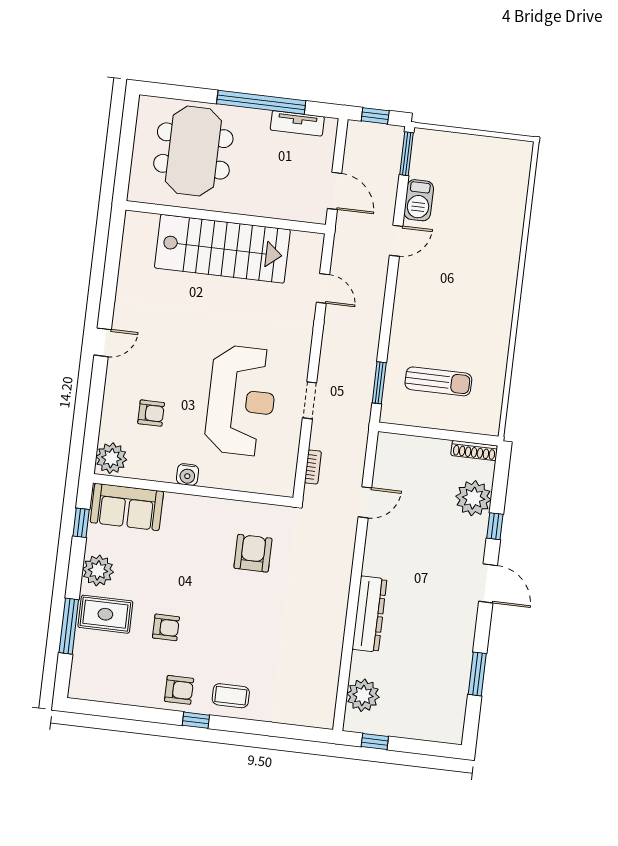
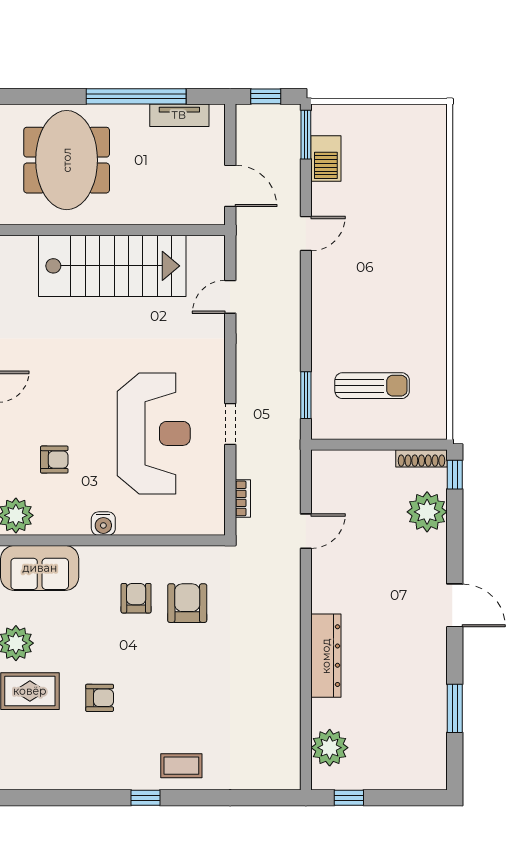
barbecue: (419, 200) -> (326, 159), moved
door: (323, 288) -> (230, 297), swing flipped
window: (495, 526) -> (455, 475), moved
armchair: (179, 690) -> (136, 598), moved, turned -90

